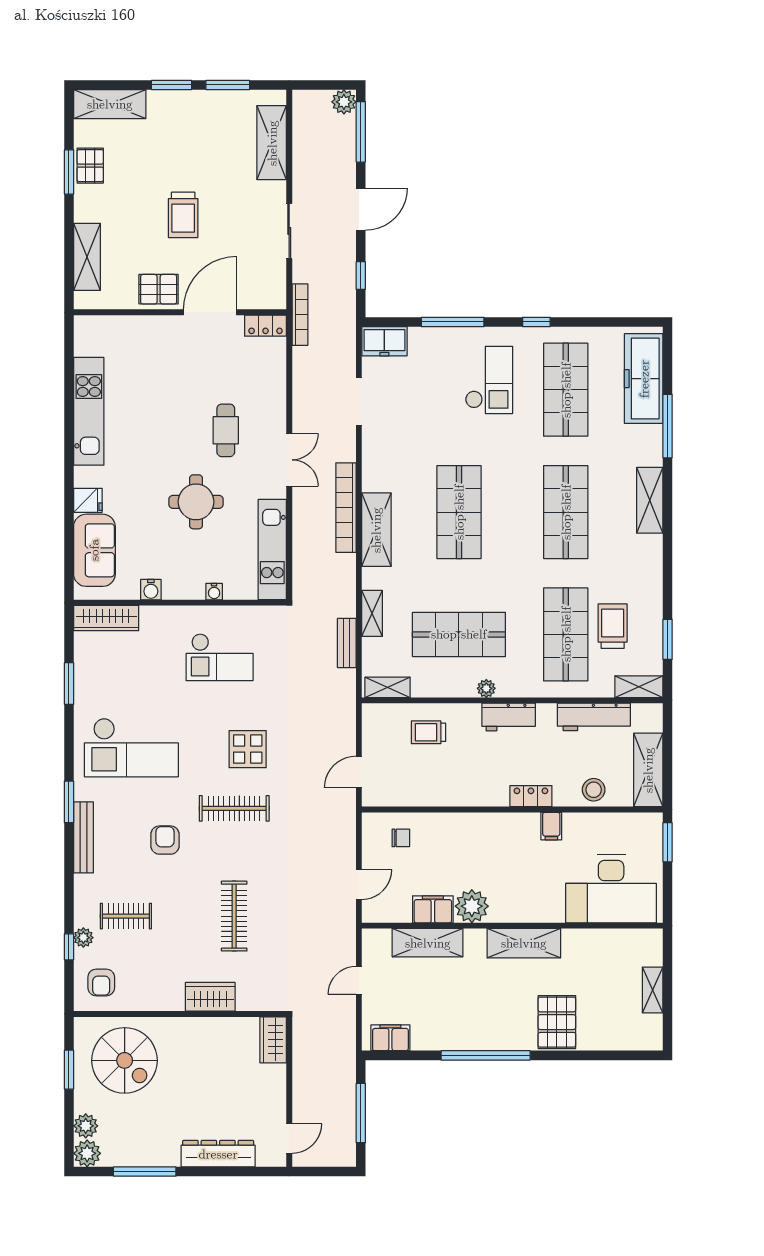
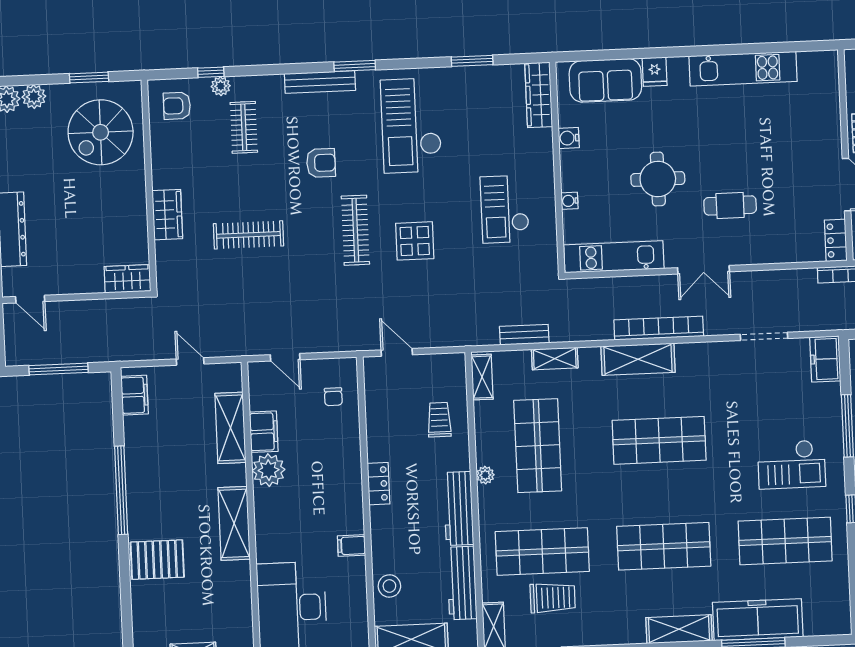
freezer: (644, 379) -> (758, 620), moved
workbench: (509, 717) -> (458, 508), width x1.38
locker: (531, 796) -> (379, 484), moved

